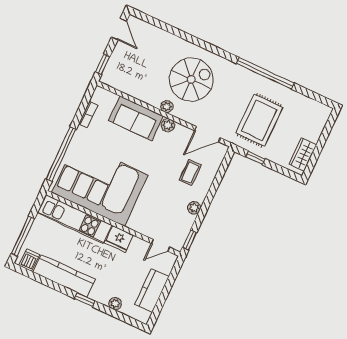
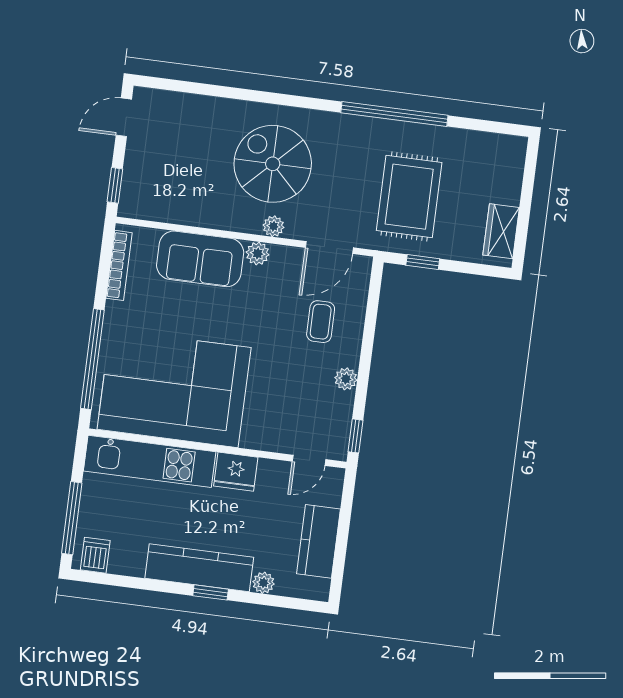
door: (119, 29) -> (124, 117), swing flipped
spiral stairs: (191, 79) -> (273, 164), turned -90
plant: (167, 107) -> (273, 226), moved
bookcase: (88, 114) -> (119, 265), width x1.56
kitchen counter: (64, 276) -> (199, 568), moved

